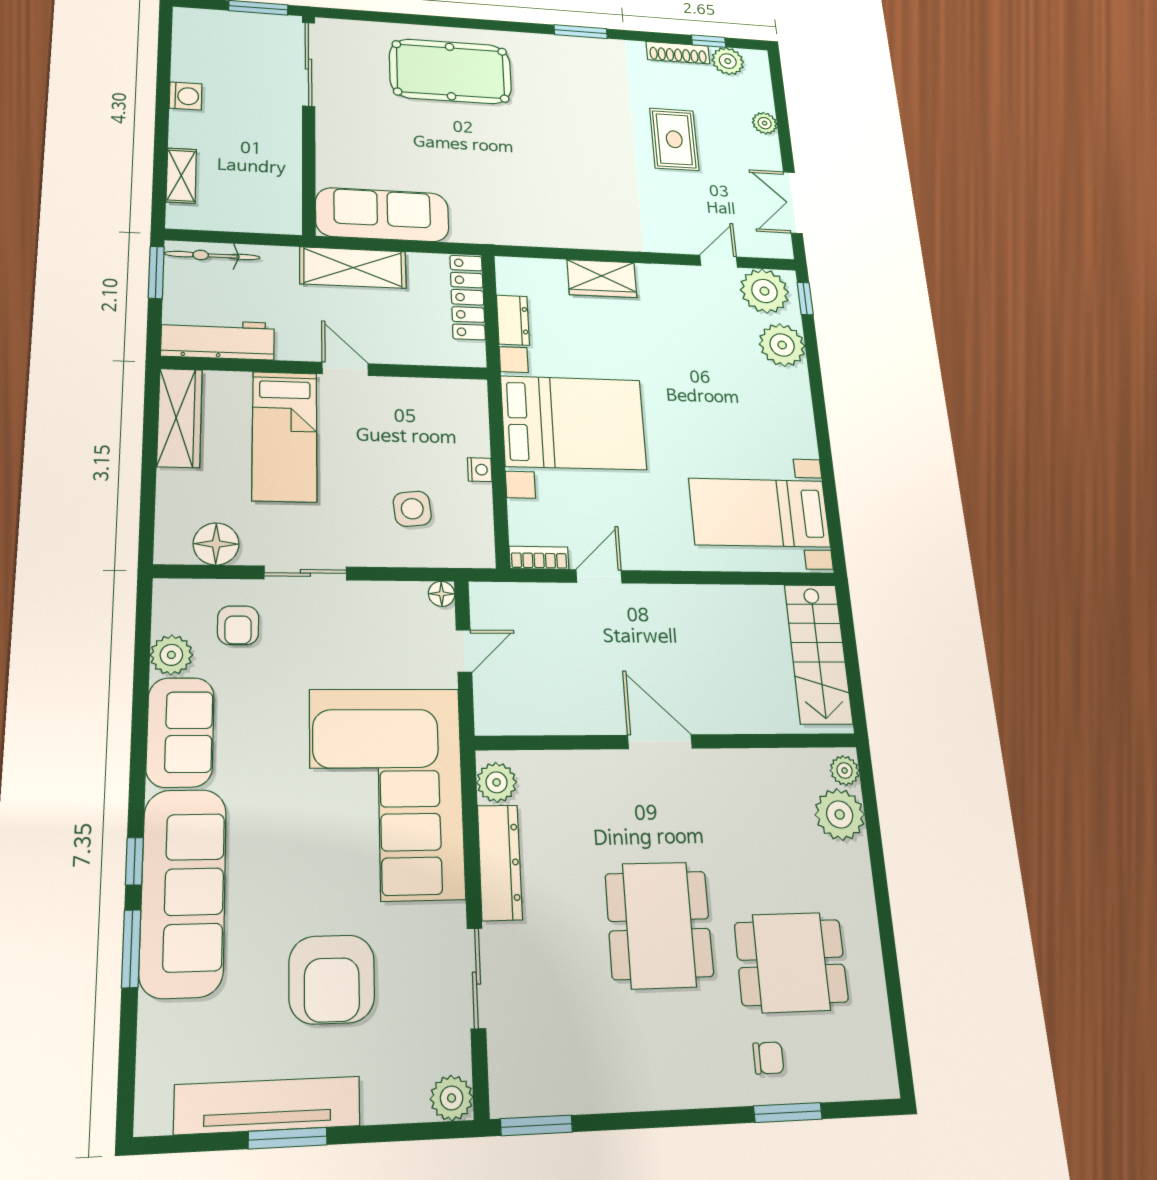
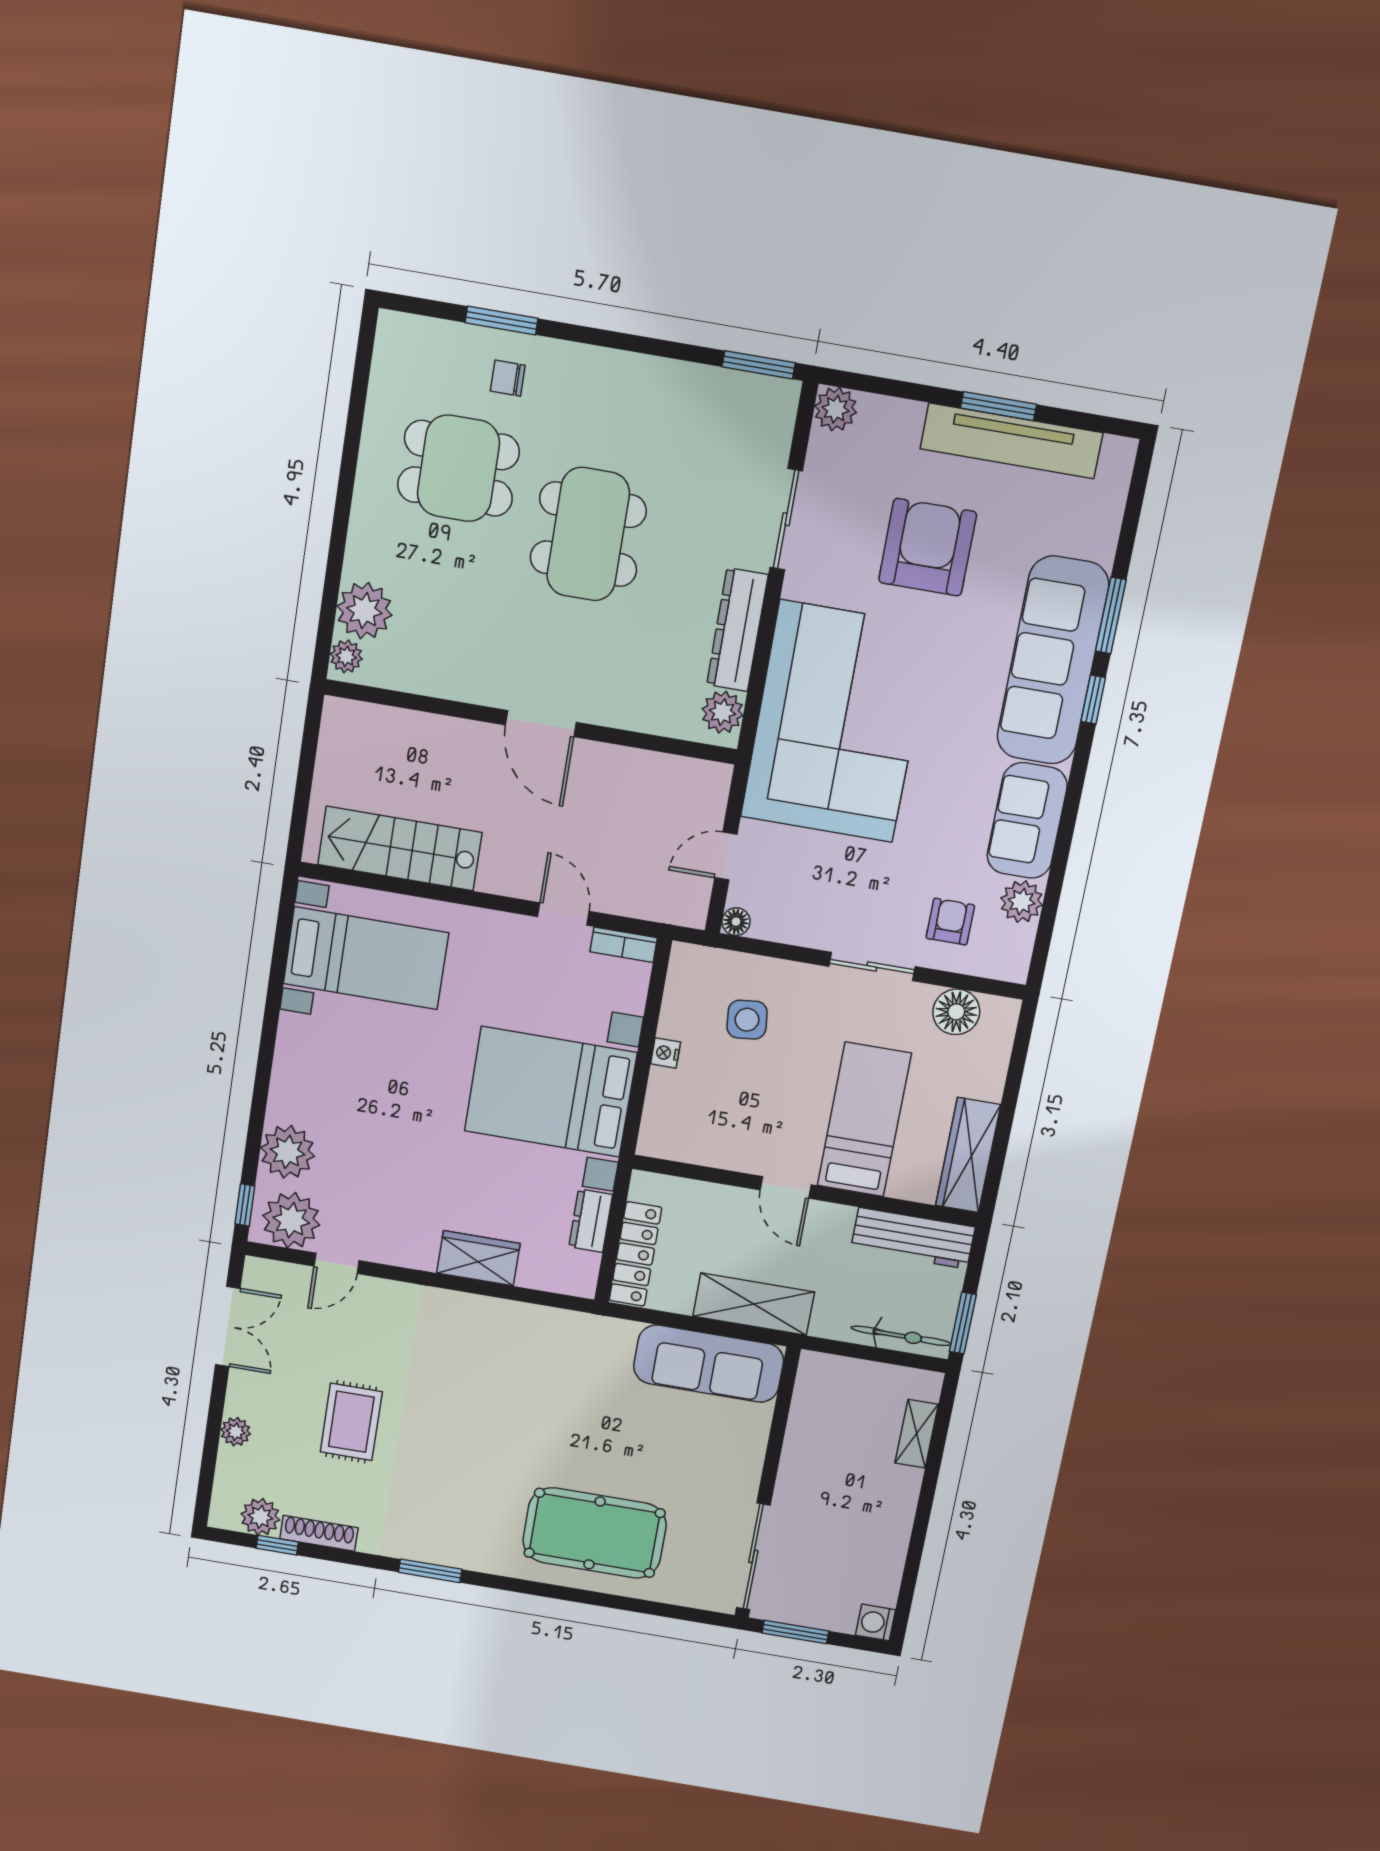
washing machine: (186, 96) -> (876, 1622), moved
door: (599, 576) -> (563, 914), swing flipped
stairs: (818, 654) -> (400, 849), moved, turned -90

